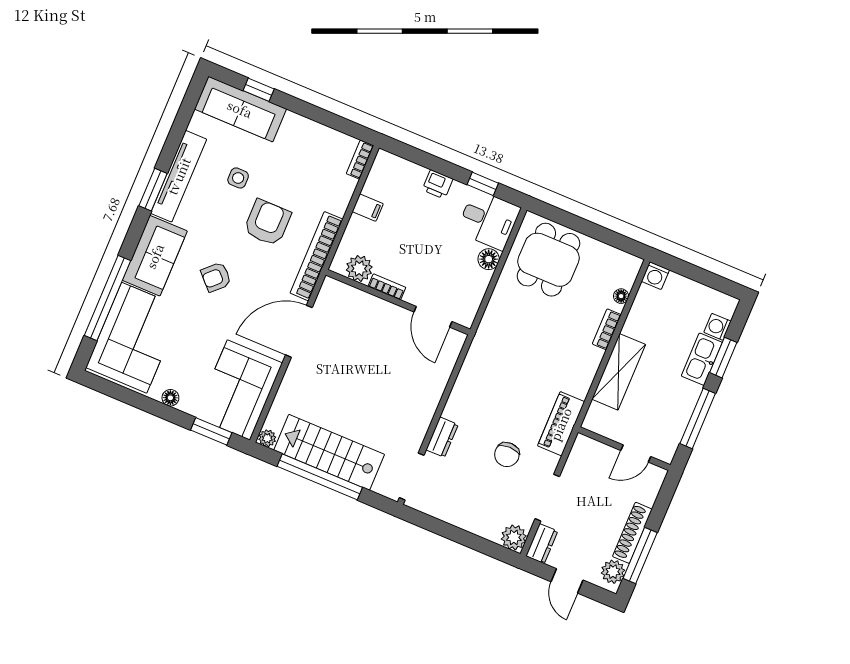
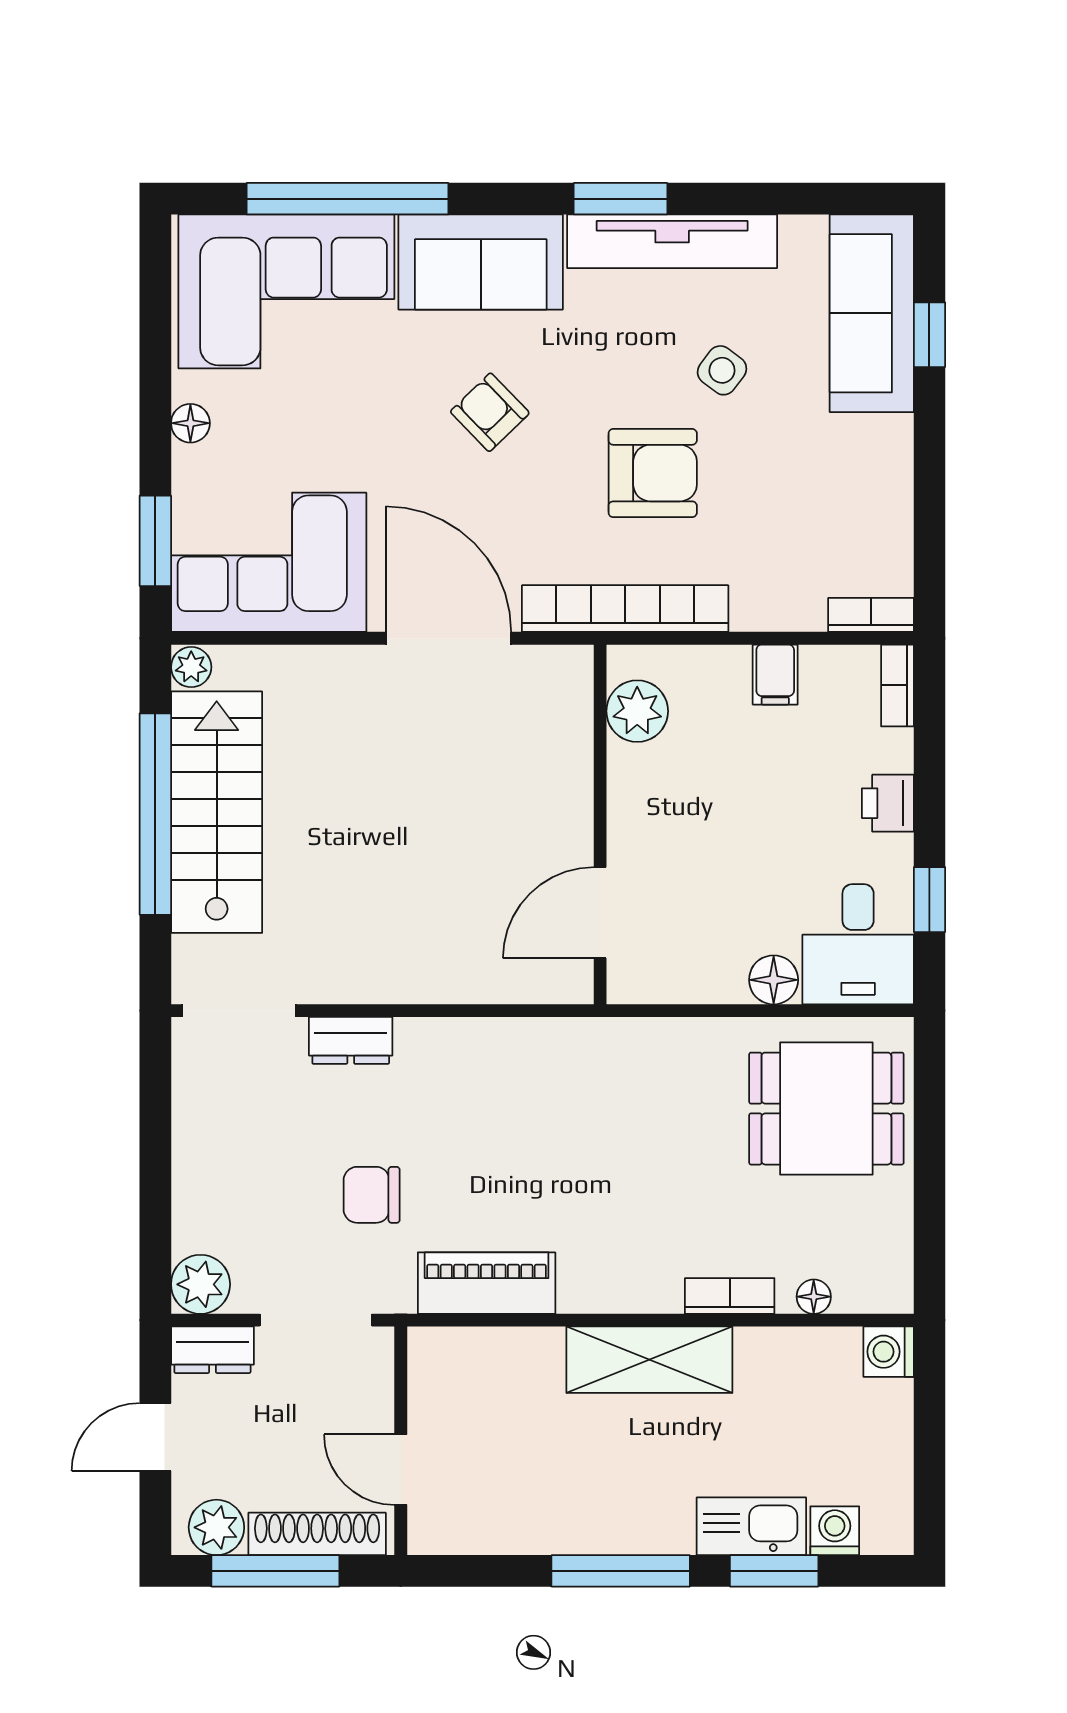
side table: (238, 178) -> (722, 370), turned 37
bookcase: (387, 287) -> (897, 685), moved, turned 180
wall: (624, 449) -> (401, 1441), moved
door: (636, 453) -> (401, 1470), moved

